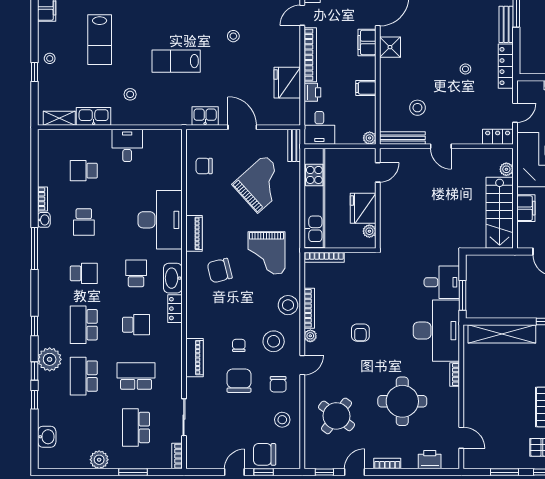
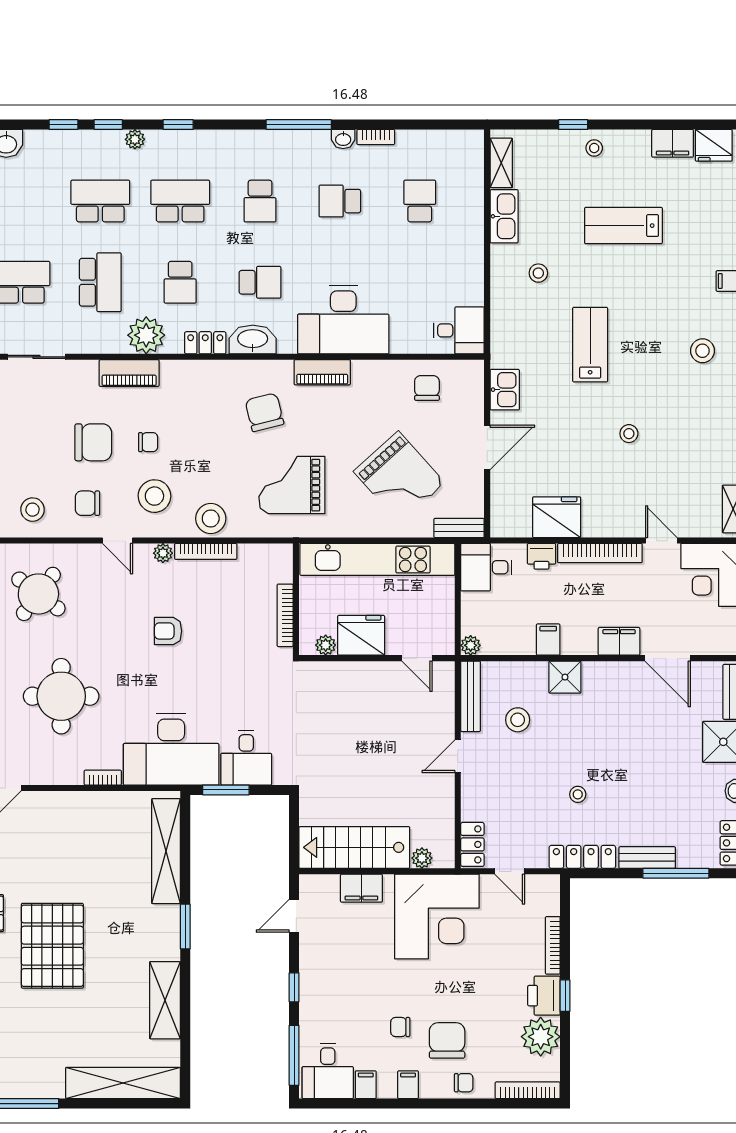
shower: (390, 47) -> (565, 677), moved
desk: (127, 145) -> (459, 330), moved
bookcase: (324, 257) -> (285, 615), moved
plant: (170, 347) -> (146, 335), added
plant: (50, 359) -> (135, 139), width x0.53, depth x0.53

